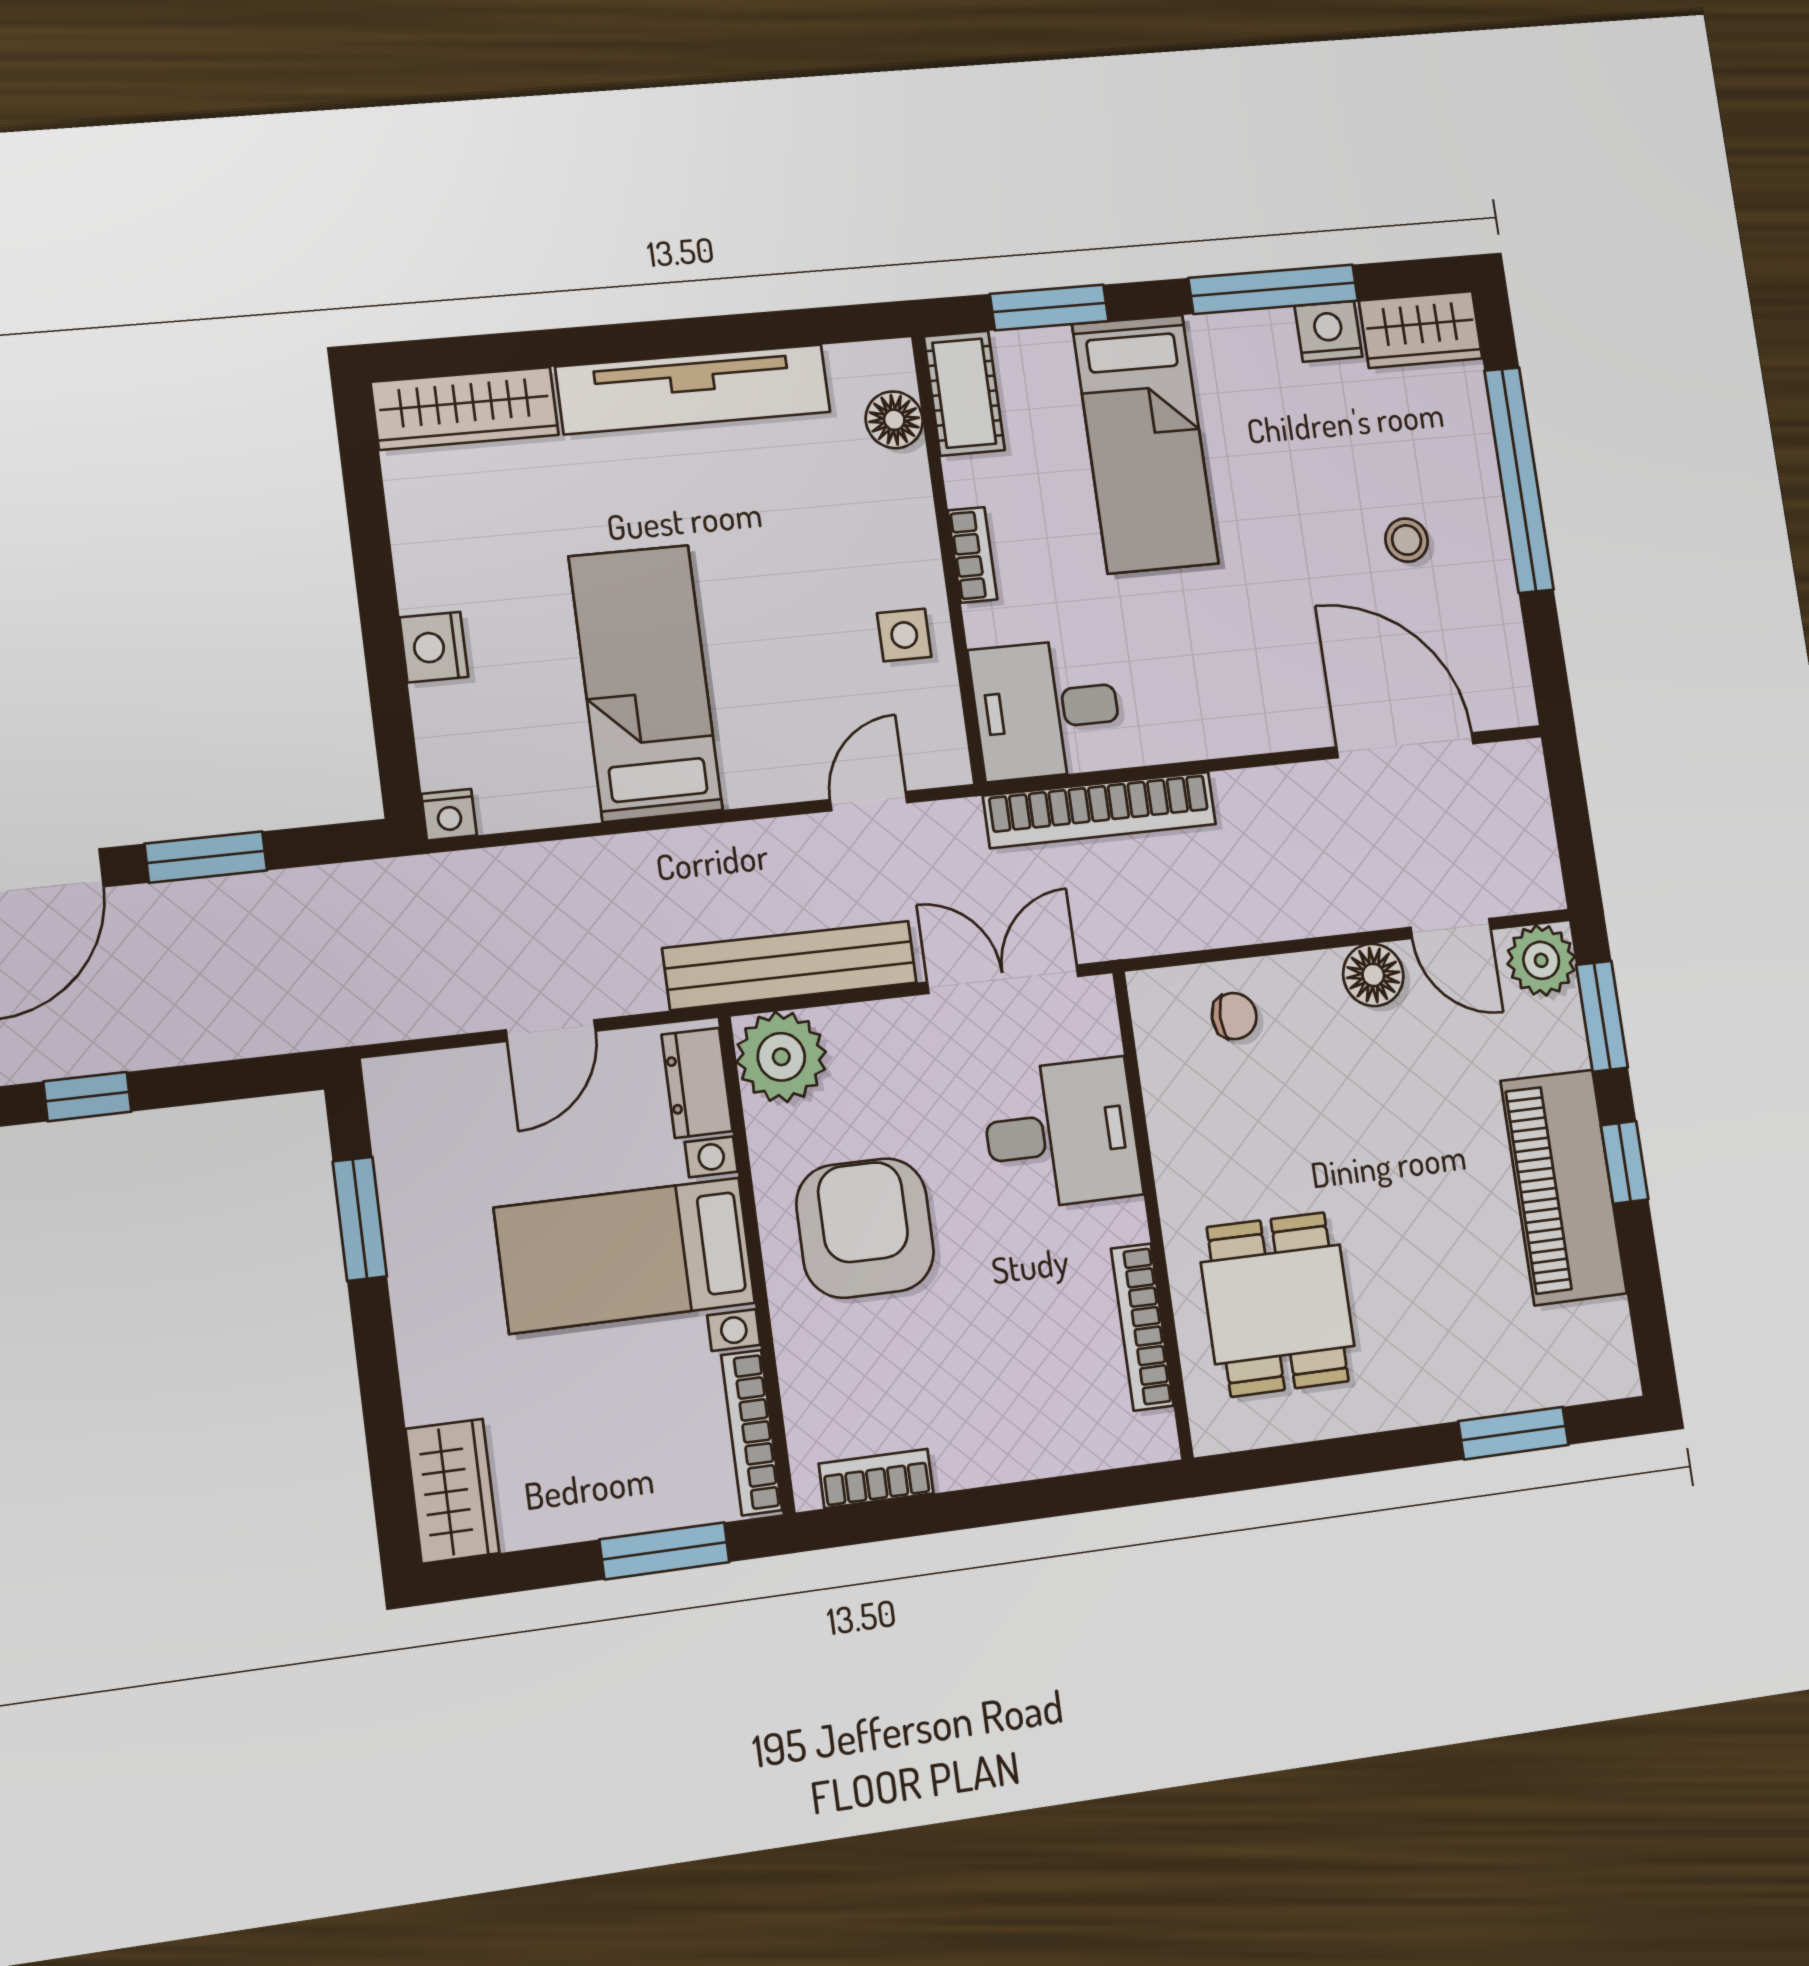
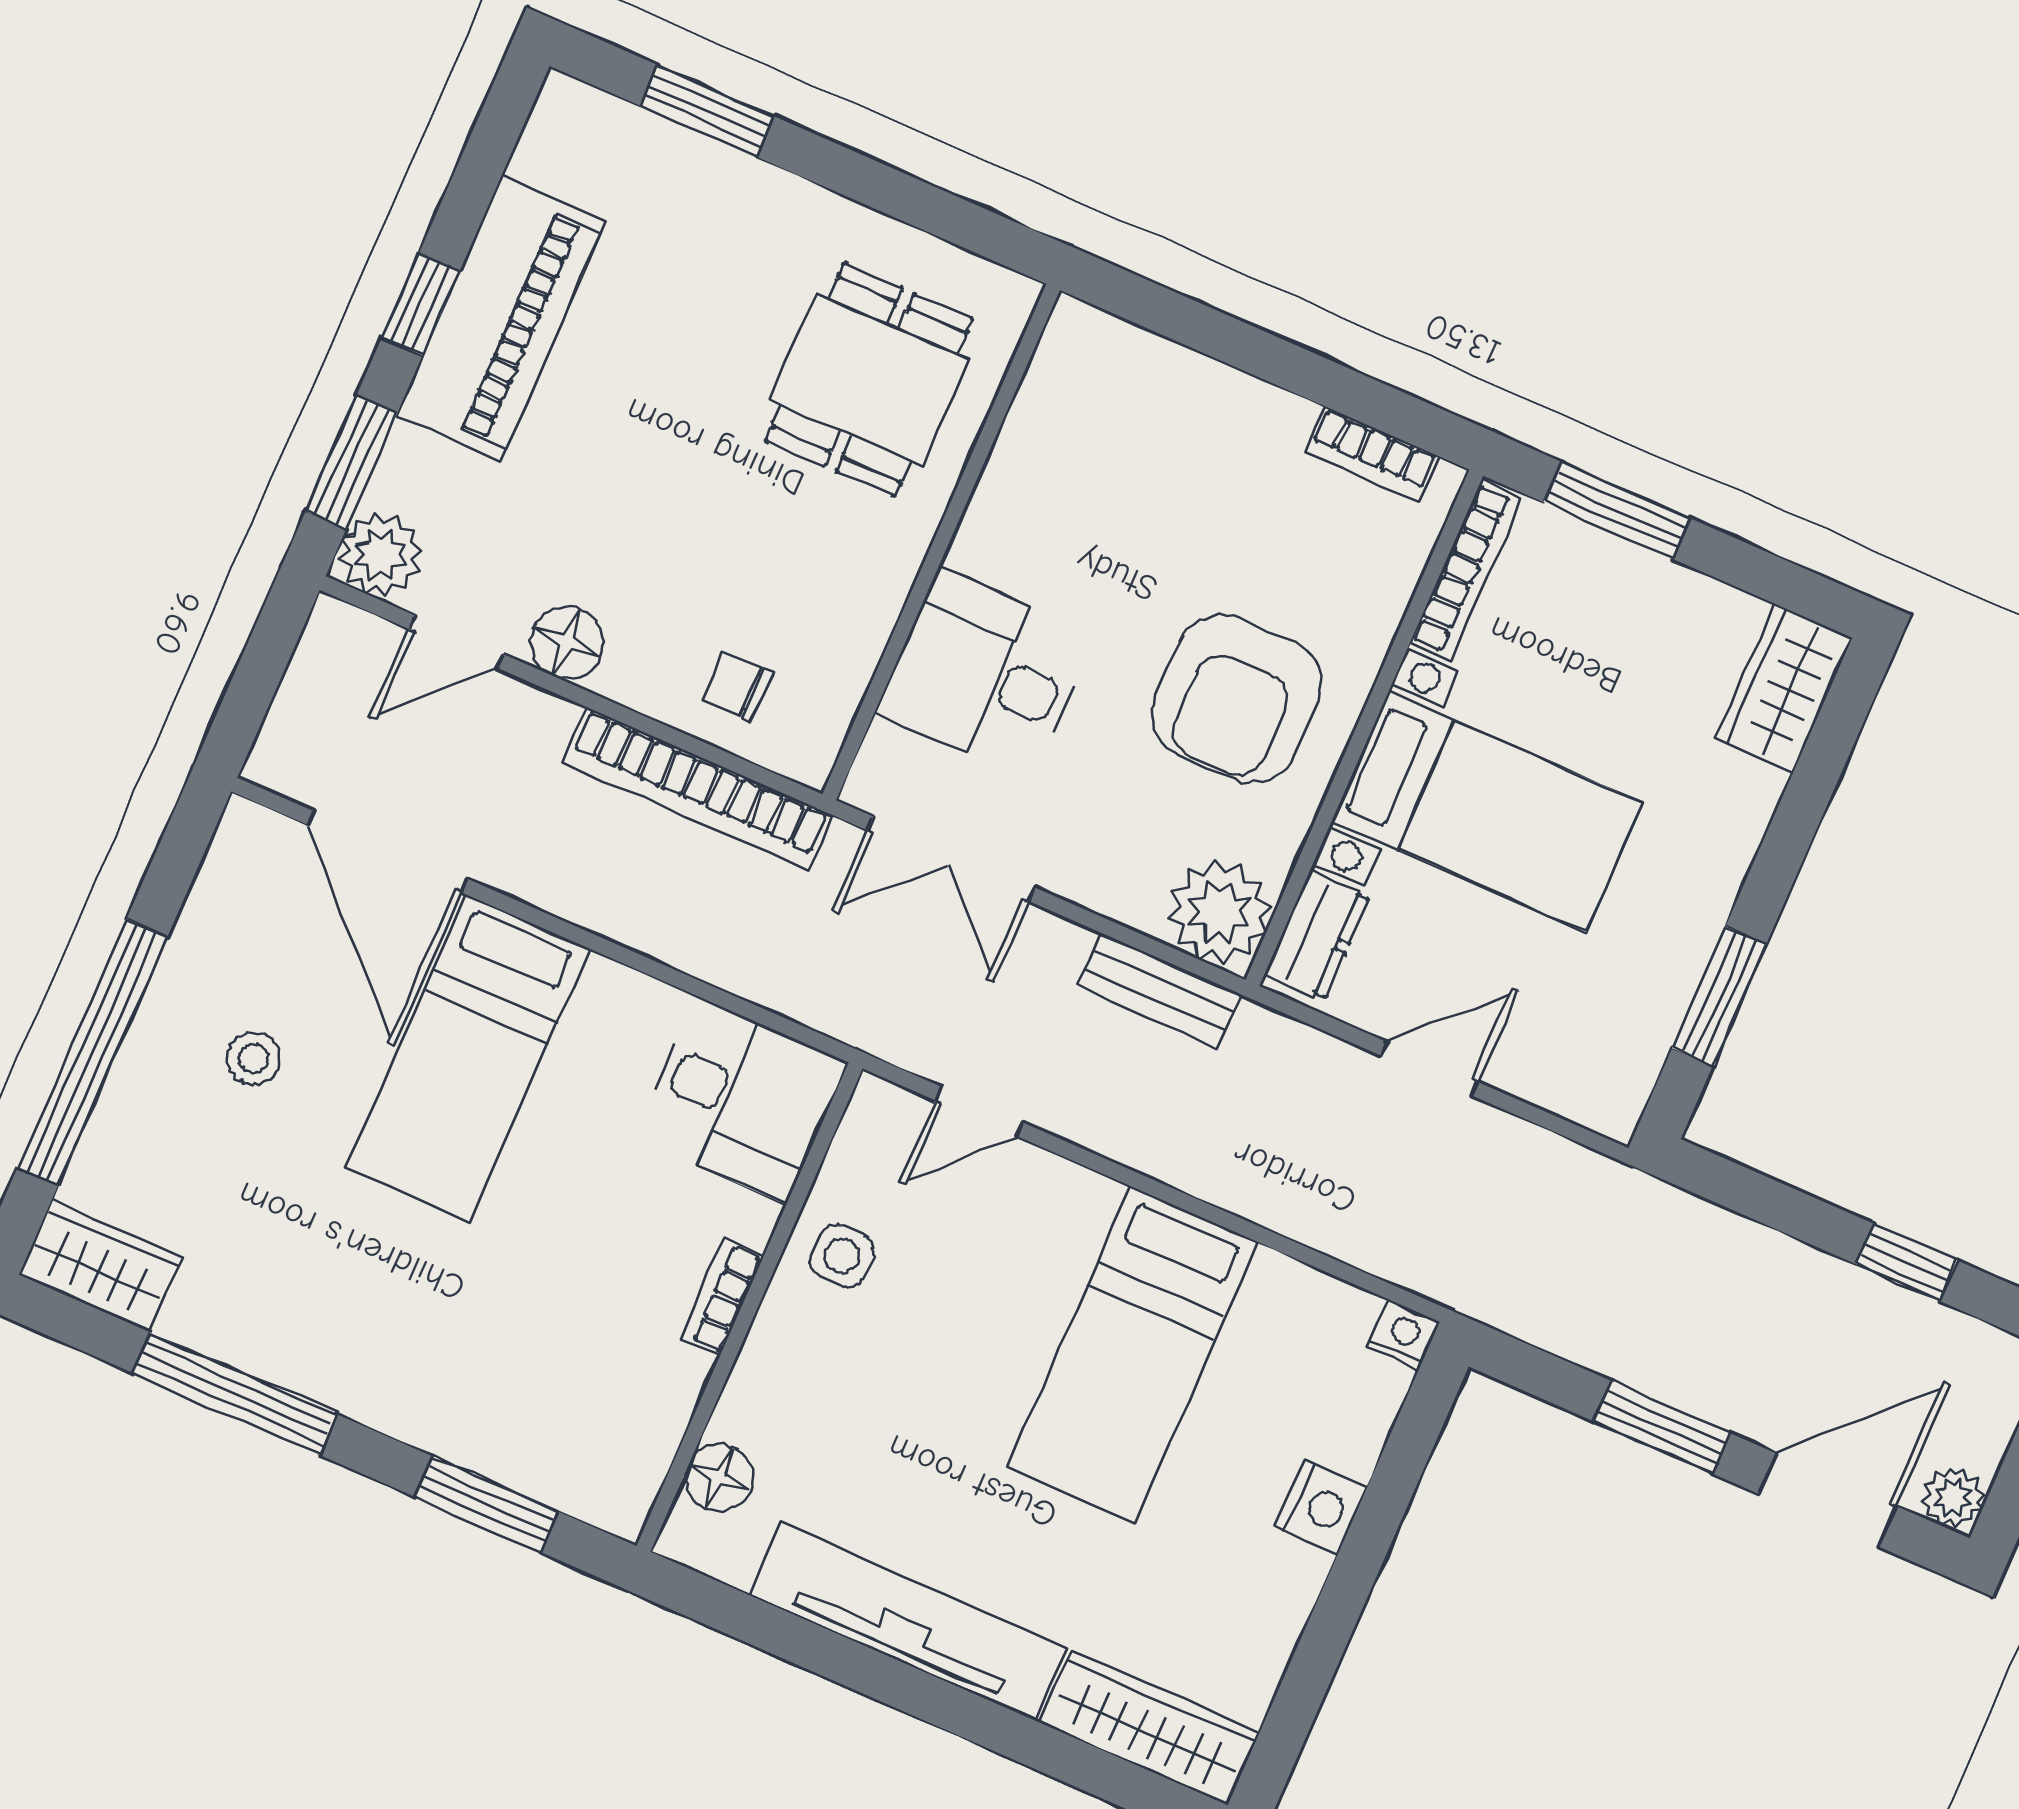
nightstand: (1328, 331) -> (202, 1318), removed
cot: (964, 393) -> (630, 1465), removed
bed: (1145, 444) -> (468, 1059), moved, turned 180
bookcase: (1100, 810) -> (698, 789), moved, turned 180
door: (1451, 928) -> (456, 642), swing flipped
bench: (790, 965) -> (1159, 990), width x0.54, depth x0.82
bookcase: (1142, 1327) -> (1020, 440), removed

